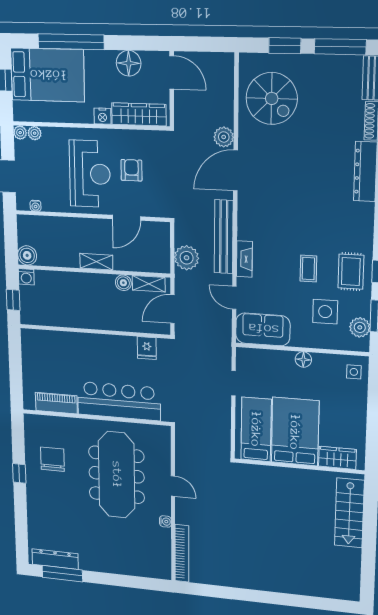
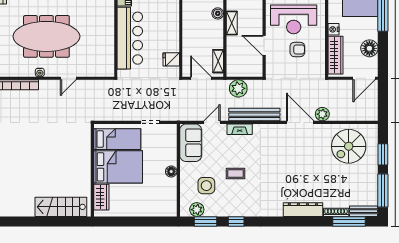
rug: (351, 272) -> (235, 202), removed
boiler: (123, 283) -> (218, 13), moved
side table: (354, 372) -> (165, 207), removed
meeting table: (117, 475) -> (46, 36), moved

